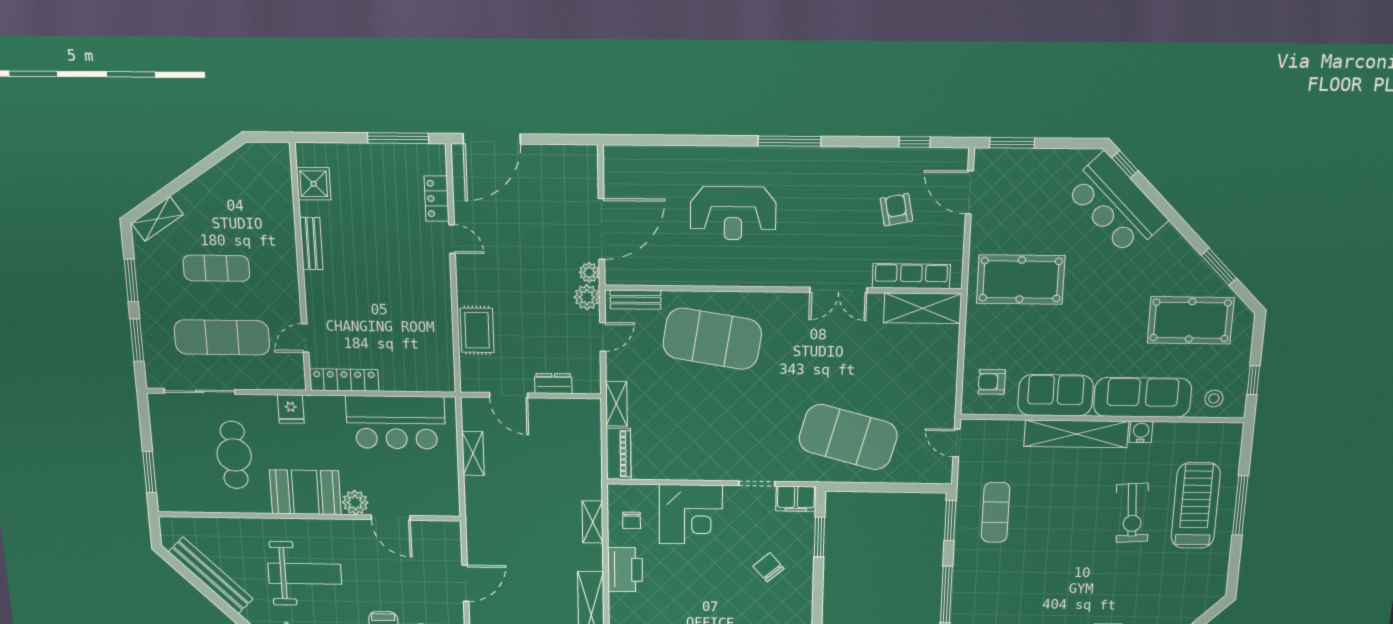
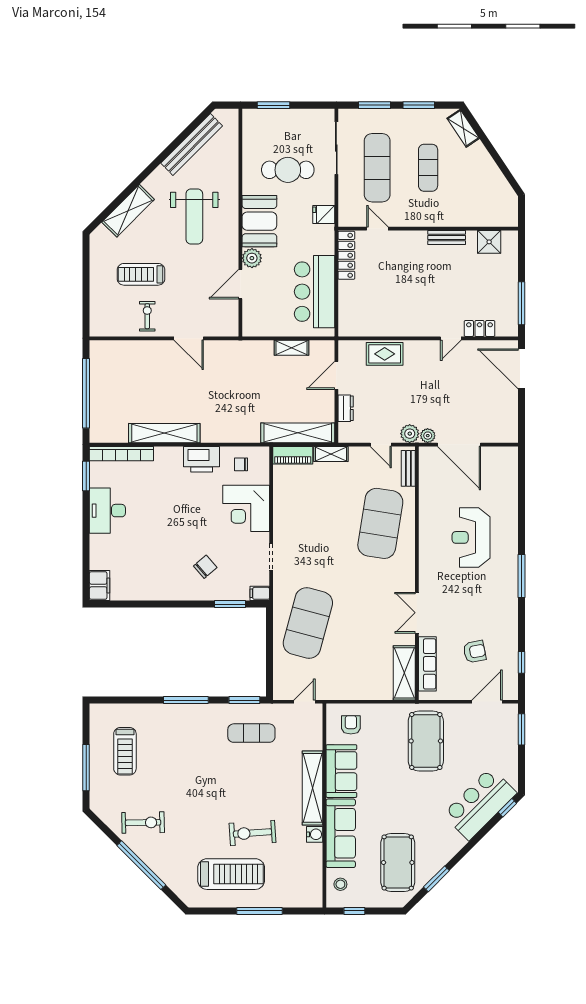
filing cabinet: (796, 499) -> (260, 593), width x0.50
treadmill: (1196, 505) -> (231, 874), moved
shelving: (593, 522) -> (298, 433), moved, width x2.20, depth x1.33

